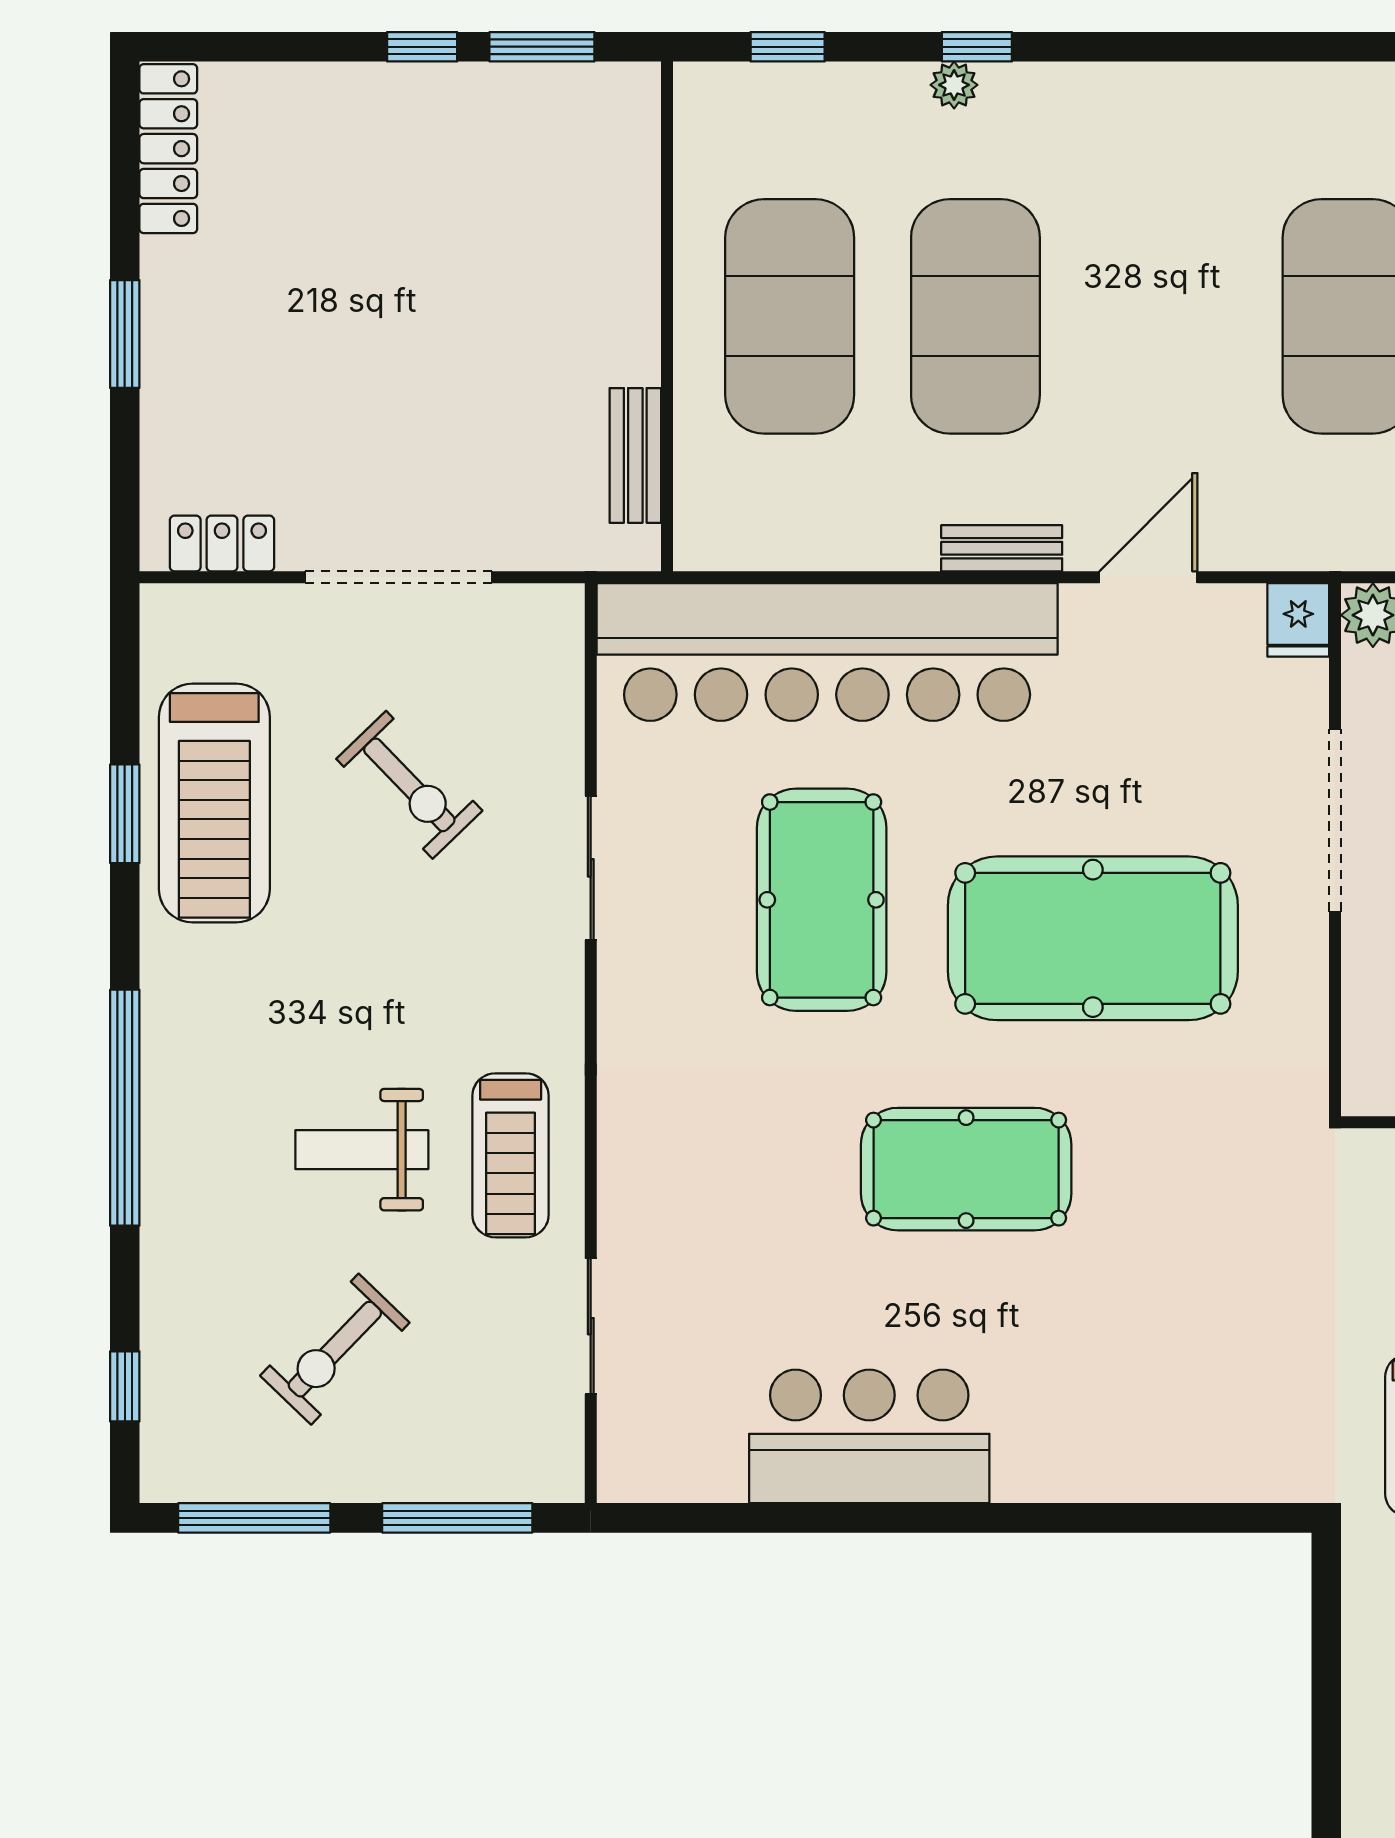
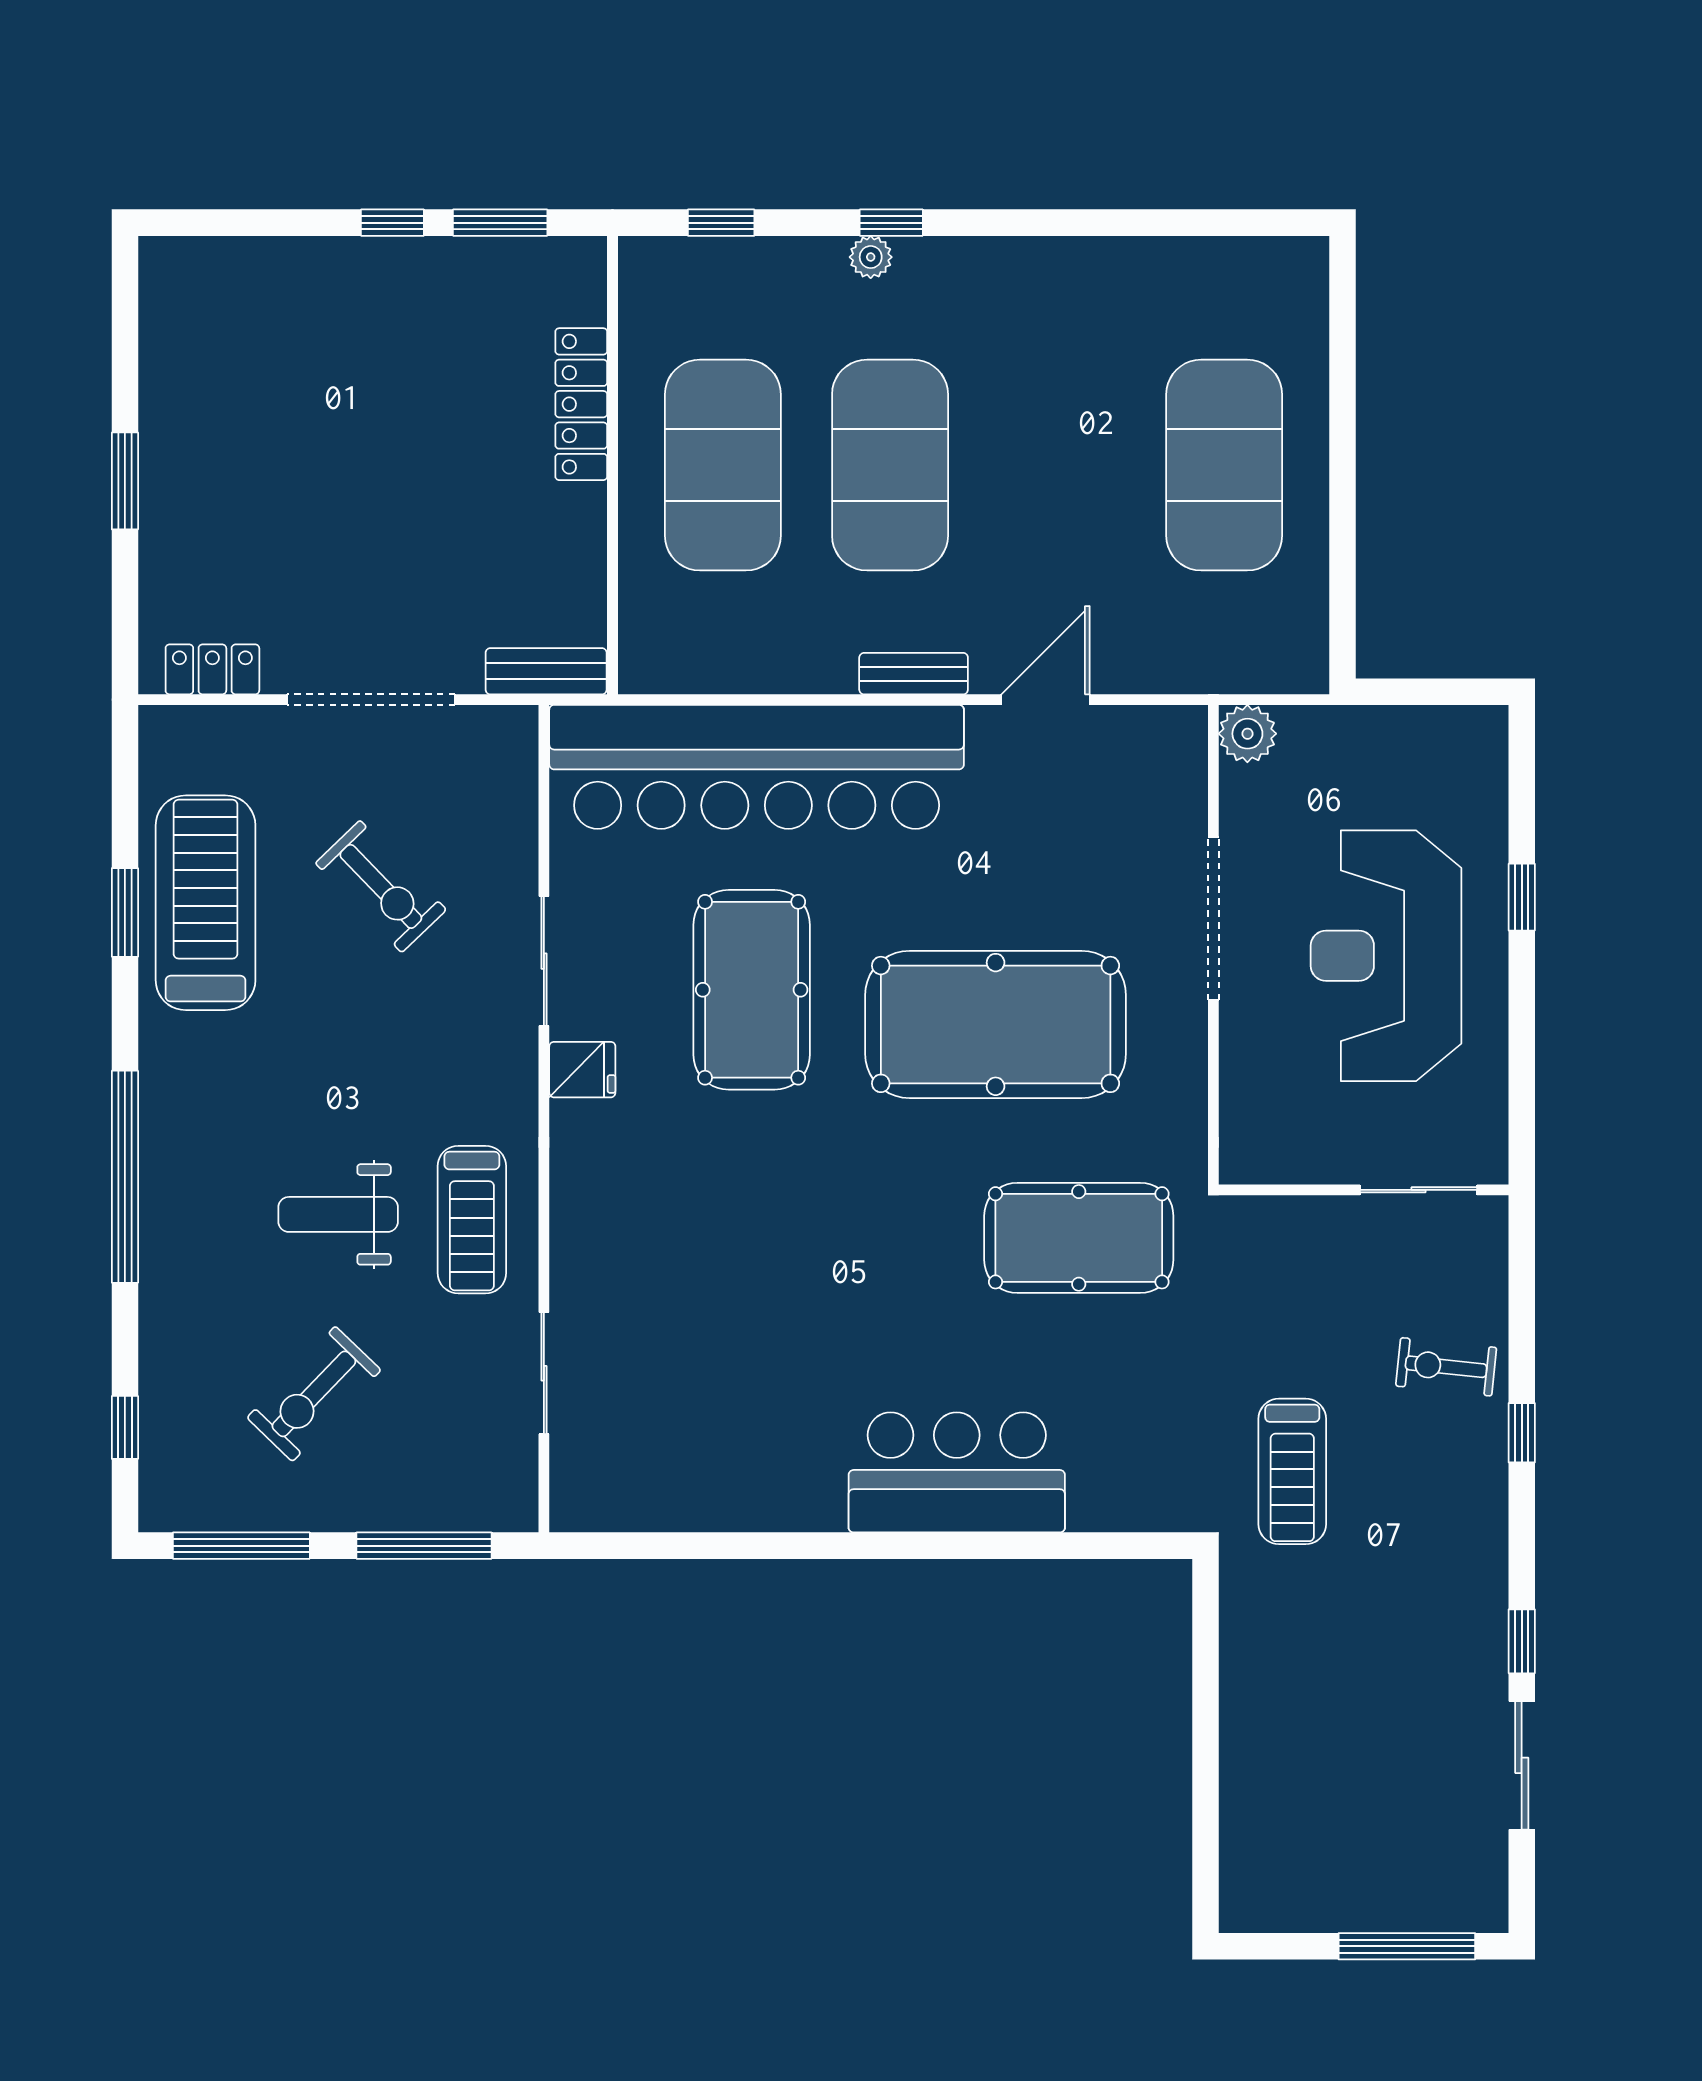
locker: (168, 149) -> (581, 404), moved, turned 180
bench: (635, 455) -> (546, 671), moved, turned 90
fridge: (1298, 620) -> (582, 1070), moved, turned -90
treadmill: (214, 803) -> (206, 903), turned 180
pool table: (966, 1169) -> (1079, 1238), moved
bar counter: (869, 1436) -> (957, 1472), moved

